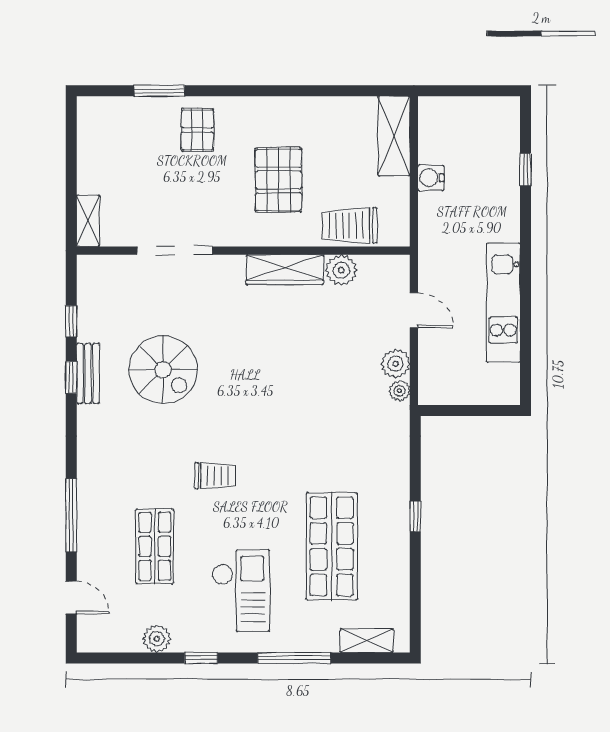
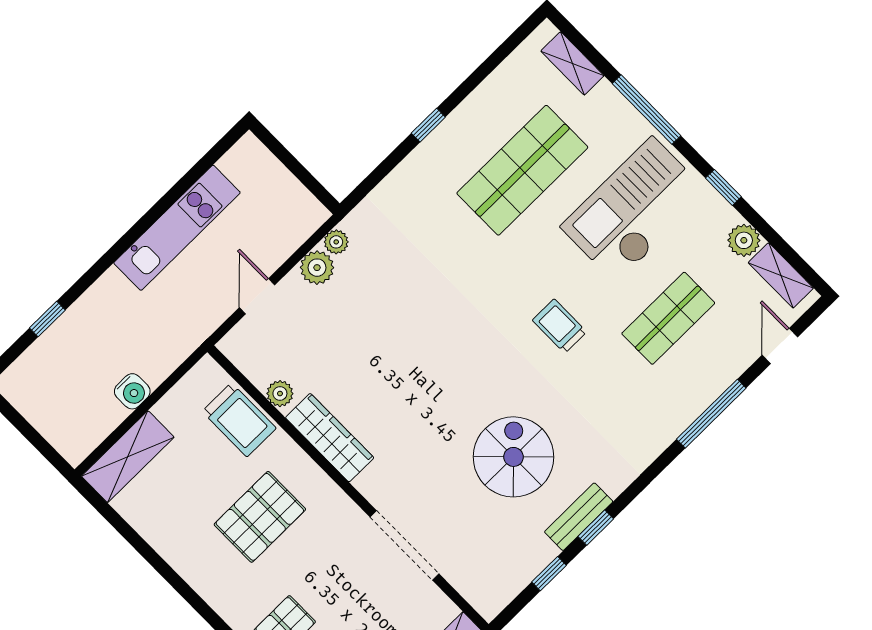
plant: (341, 270) -> (280, 394), width x0.73, depth x0.73
checkout: (241, 591) -> (634, 210), width x1.36, depth x1.21
shelving: (113, 640) -> (781, 275), added

